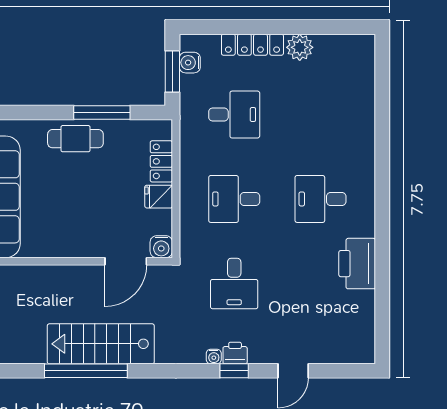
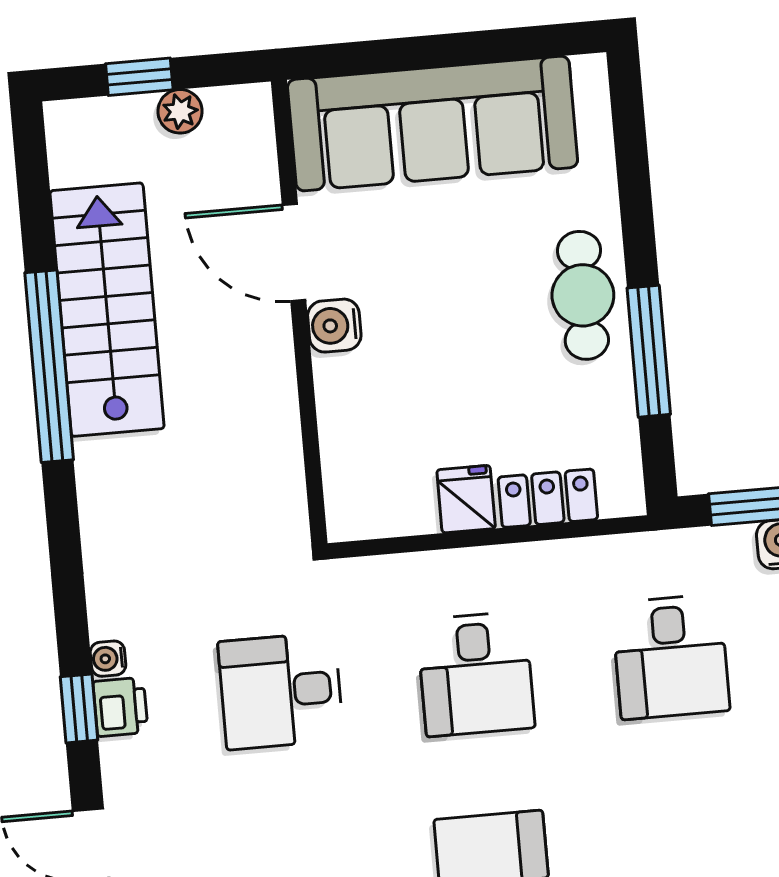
desk: (234, 199) -> (476, 674), turned 180
water cooler: (161, 247) -> (334, 326), moved
door: (126, 261) -> (294, 253), moved
stairs: (101, 344) -> (107, 310), moved

